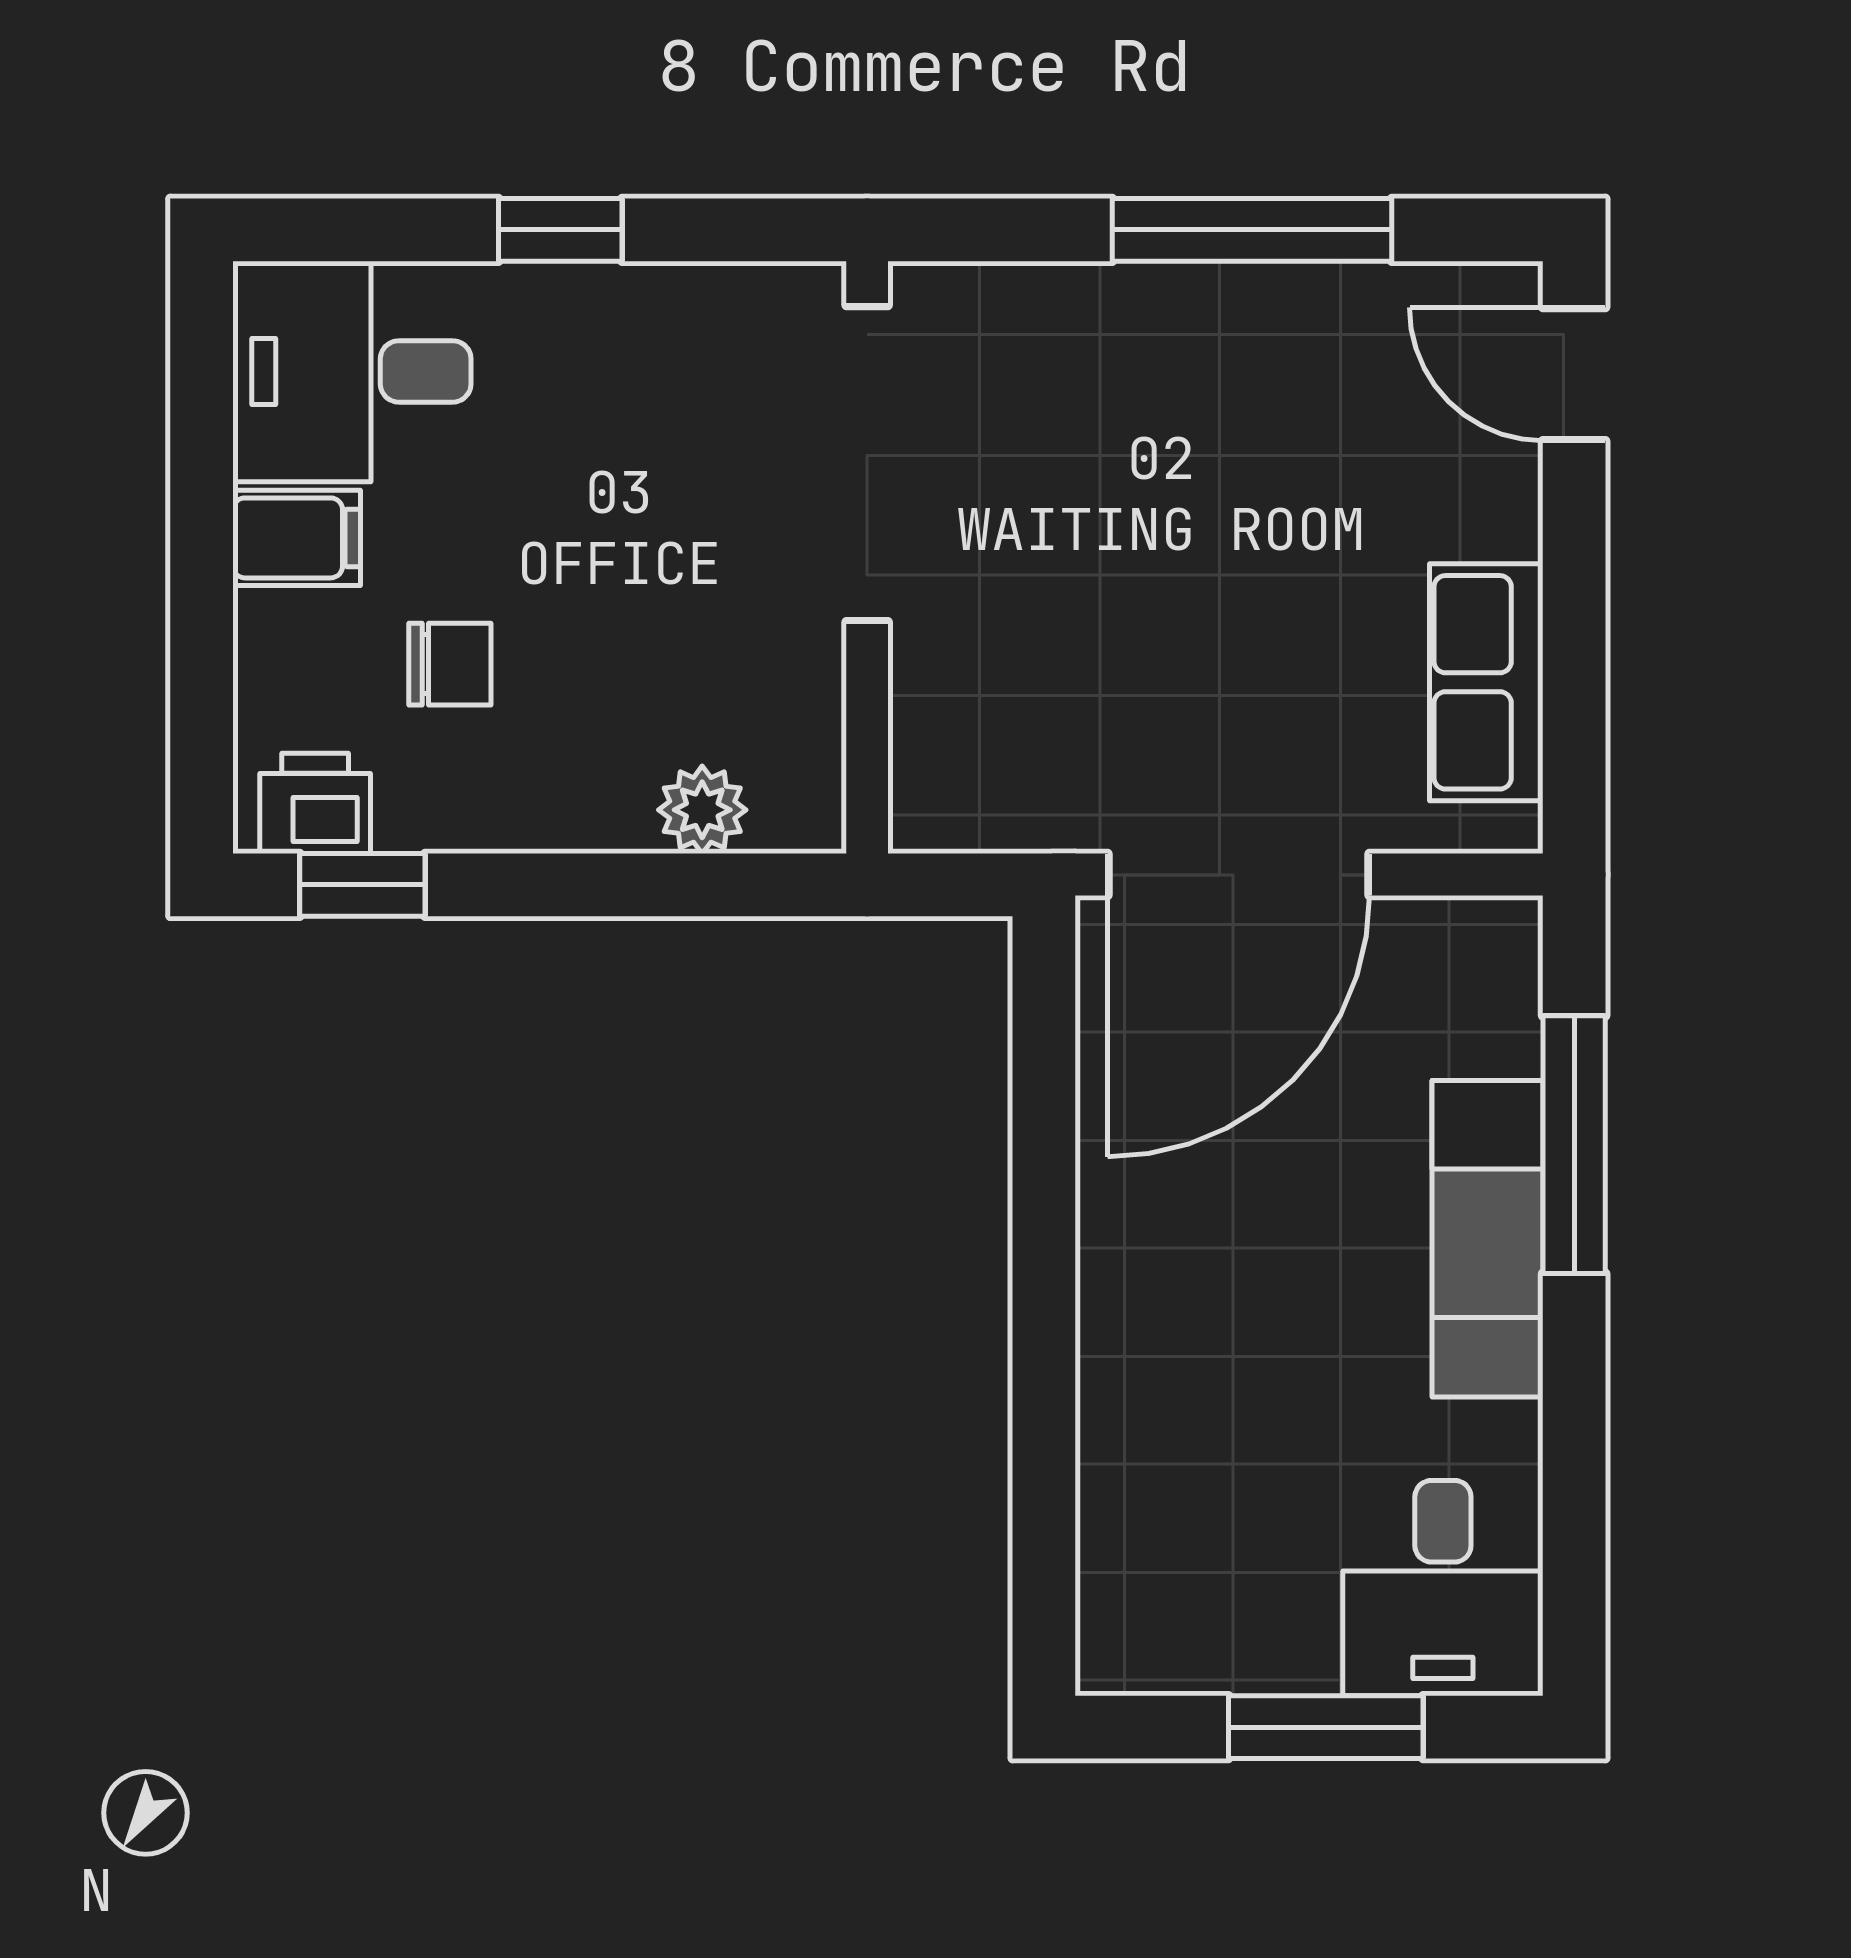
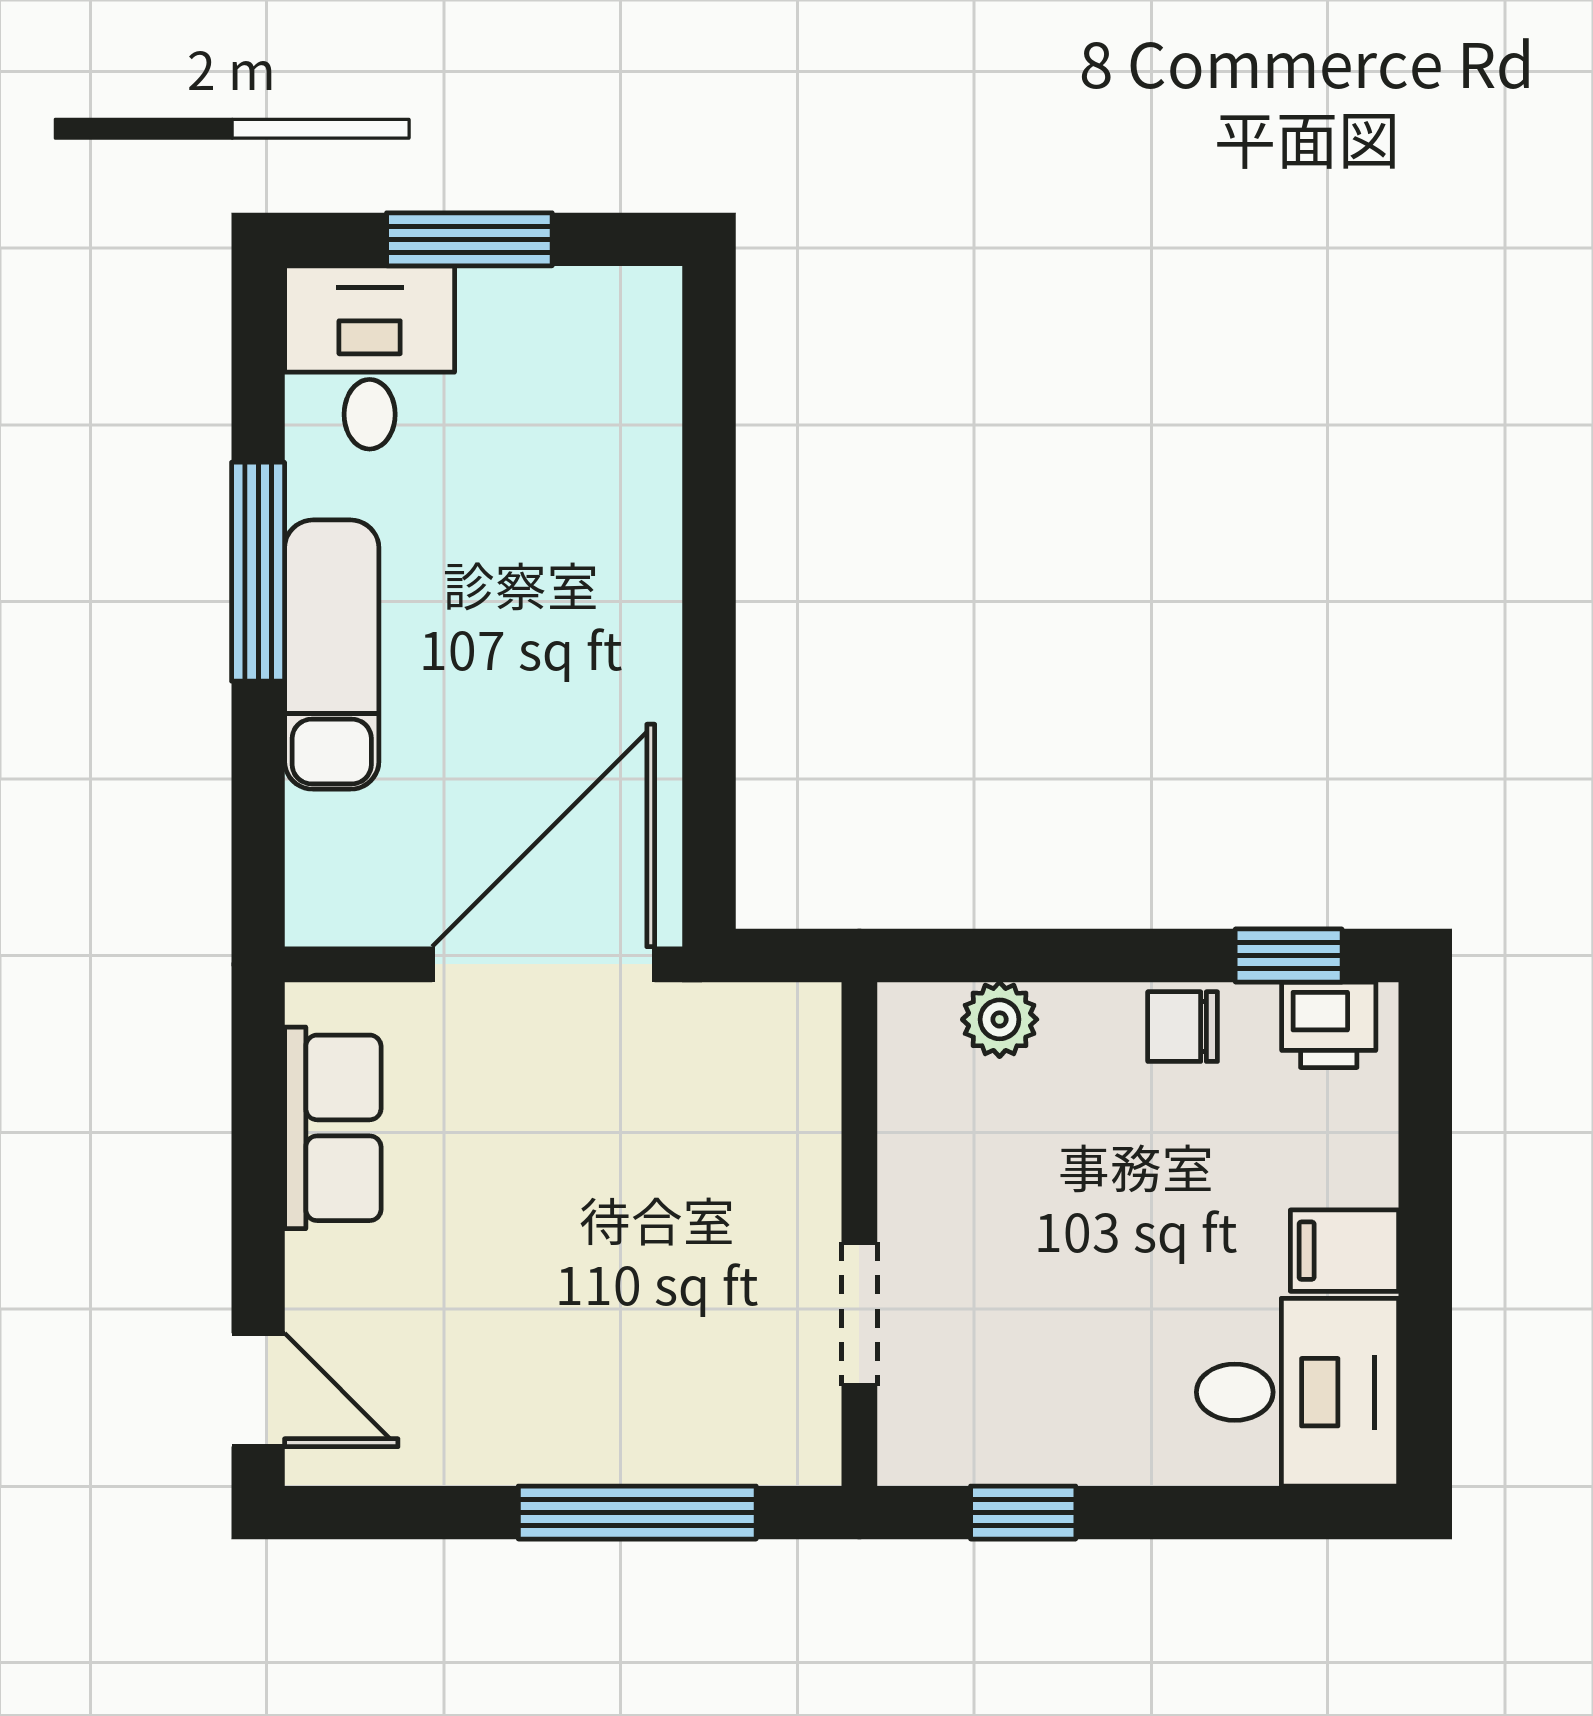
window: (560, 230) -> (1023, 1513), moved
window: (1252, 230) -> (637, 1513), moved
doorway: (867, 464) -> (859, 1314), width x0.53
chair: (450, 664) -> (1183, 1027), moved
window: (1574, 1145) -> (258, 572), moved

